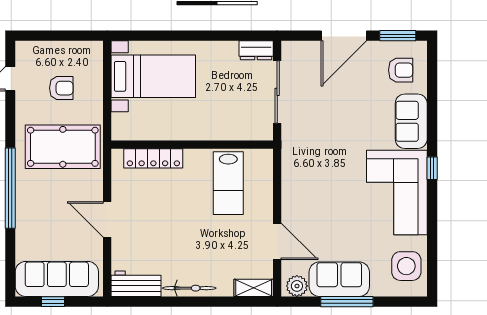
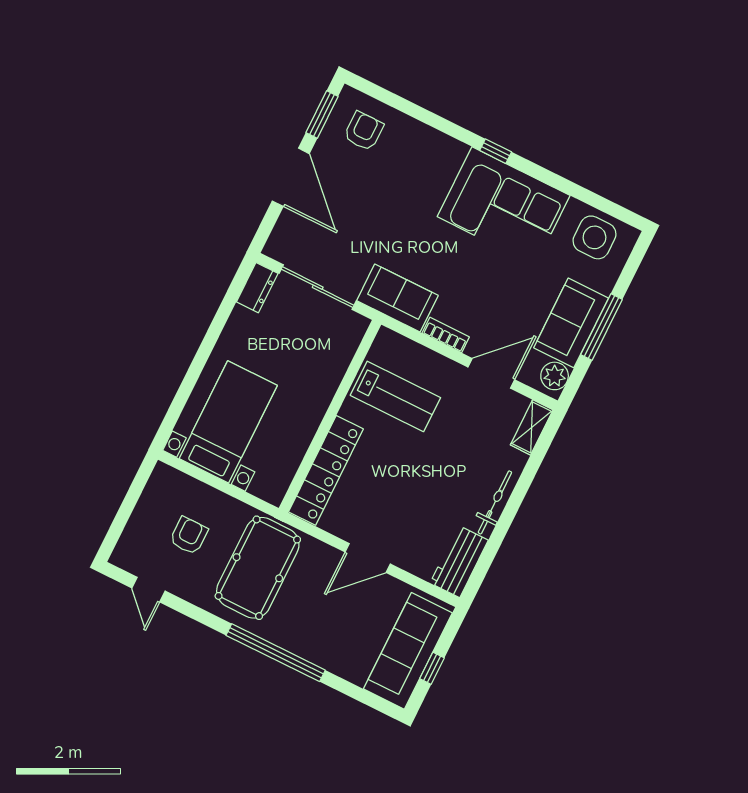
sofa: (411, 121) -> (397, 298), moved, turned 180
locker: (153, 158) -> (326, 470), width x1.41, depth x1.21
bookcase: (288, 197) -> (446, 335), added

